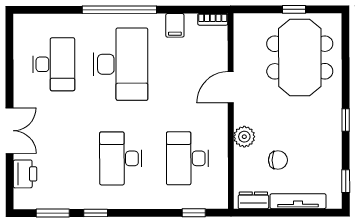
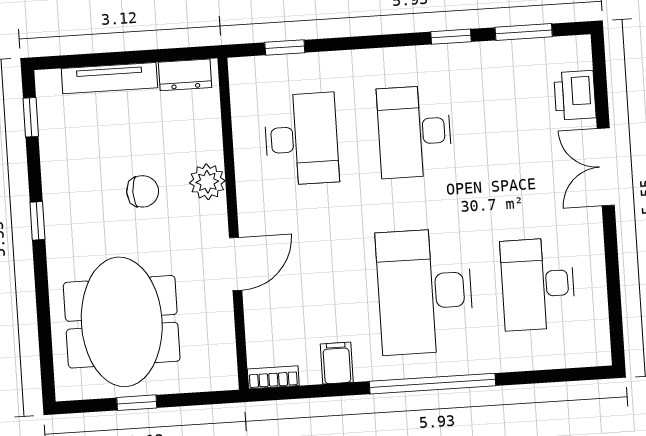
desk: (121, 158) -> (414, 132), turned 180
chair: (278, 160) -> (143, 191), moved, turned 180

